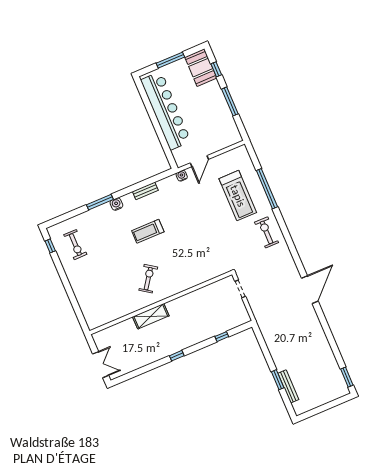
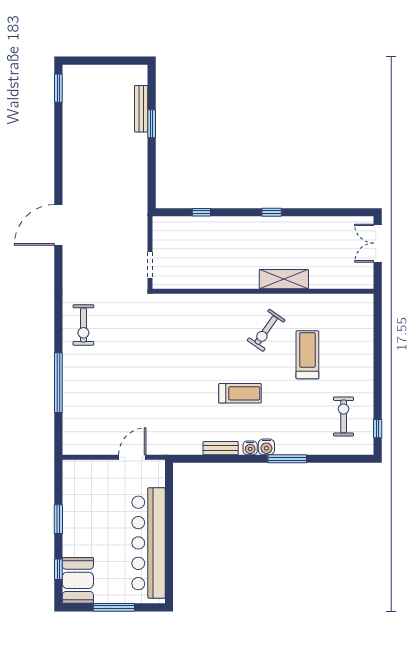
window: (230, 101) -> (58, 519), width x0.69
water cooler: (182, 176) -> (250, 448), moved
treadmill: (238, 196) -> (307, 355), moved, width x0.73, depth x0.73

